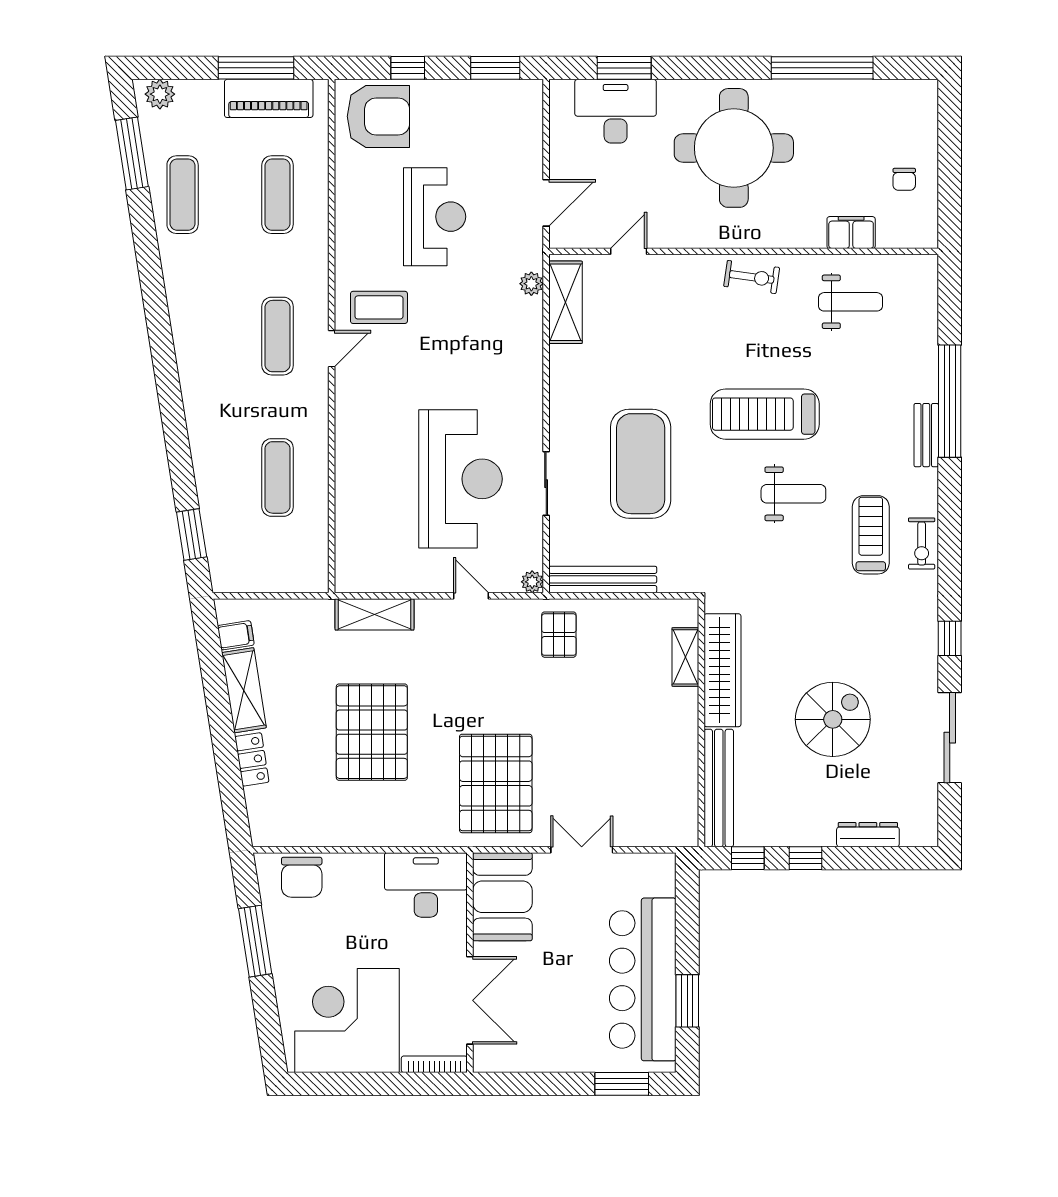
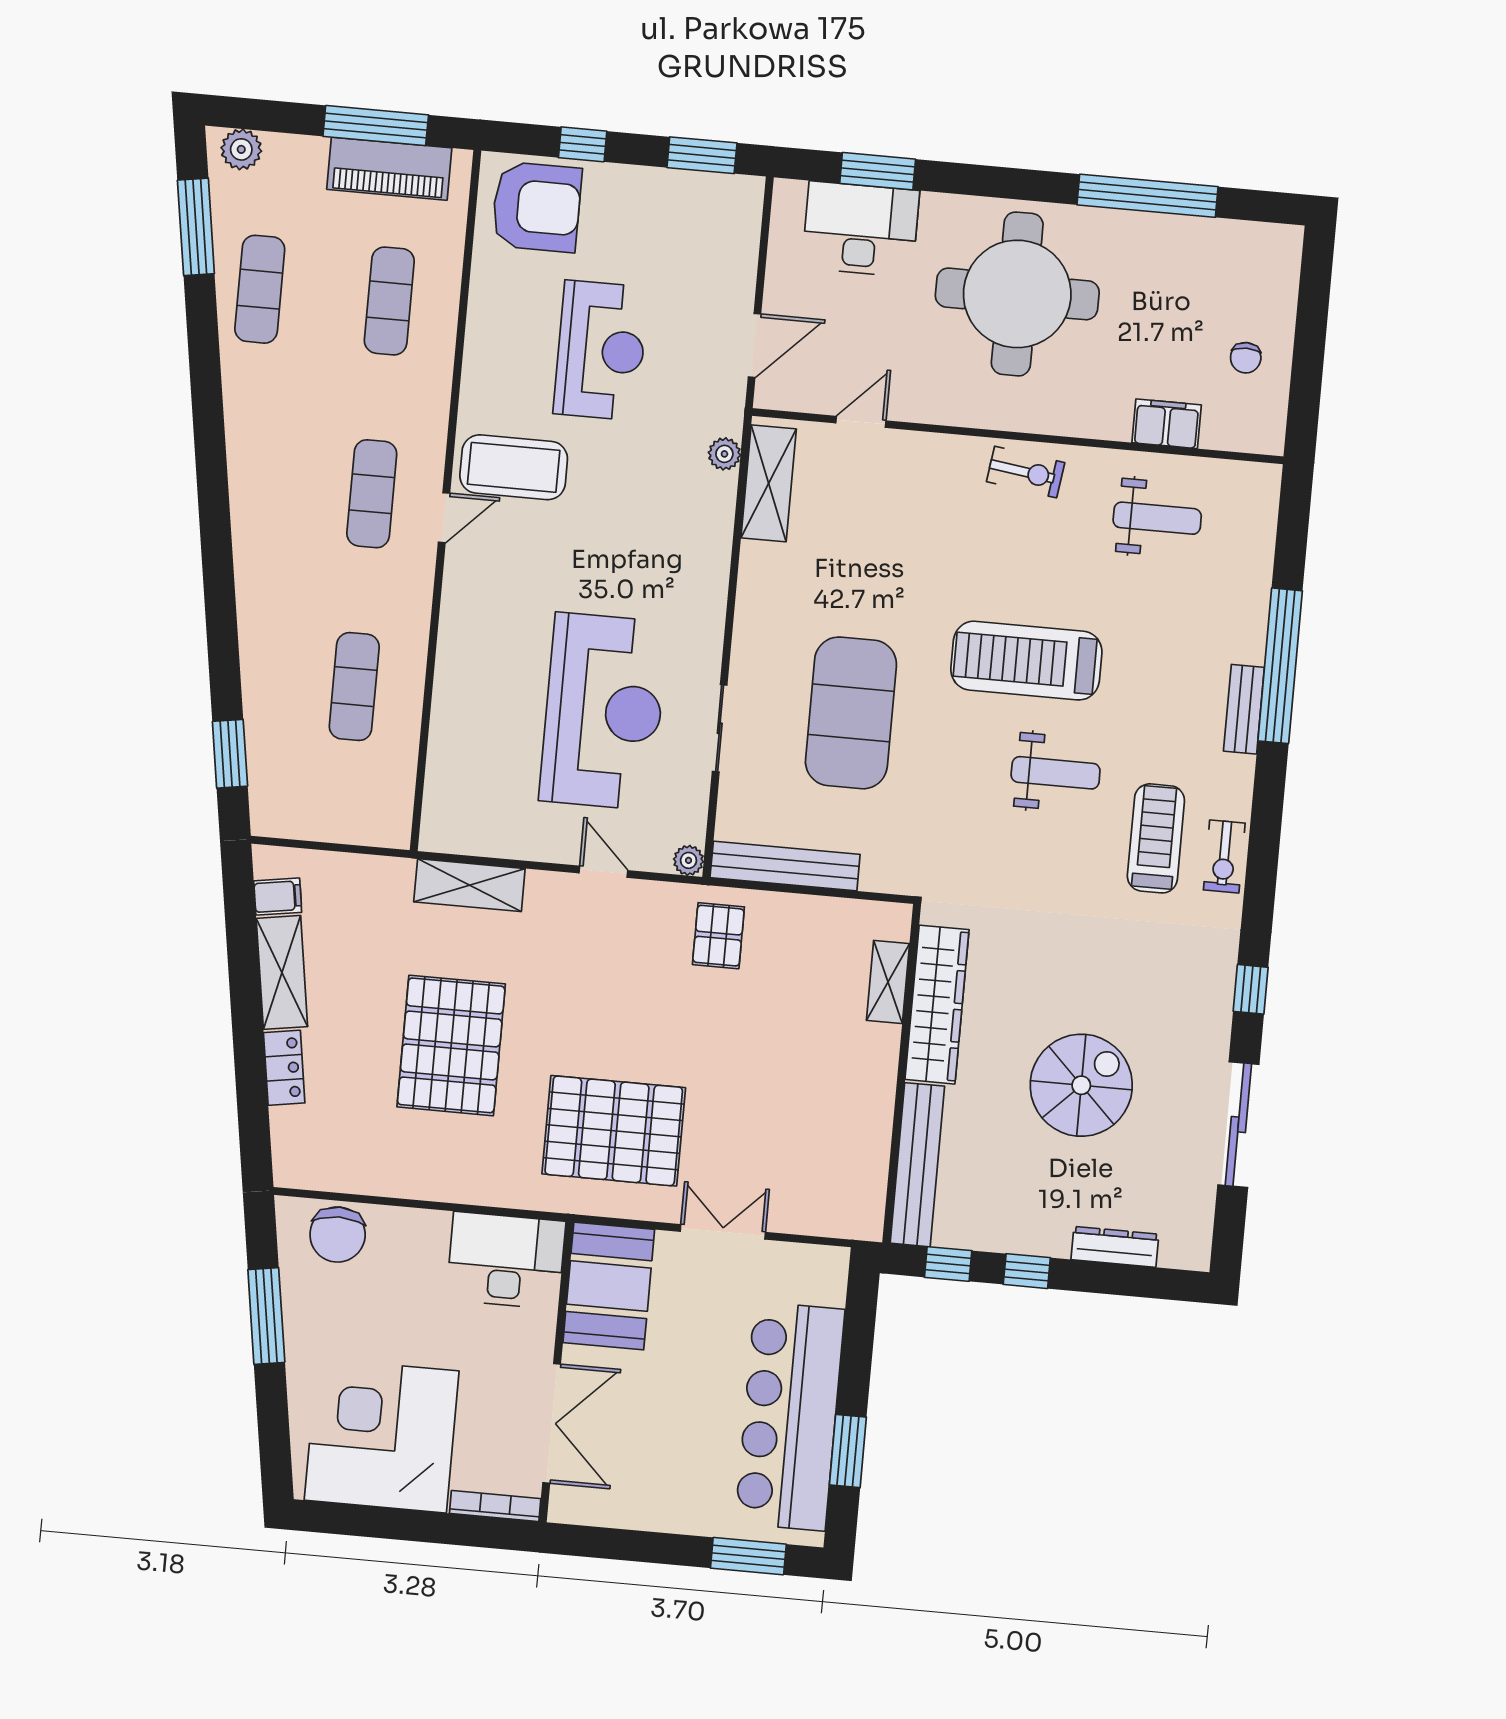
coffee table: (379, 307) -> (514, 467), width x1.36, depth x1.32
pallet: (496, 783) -> (614, 1131), turned 90

